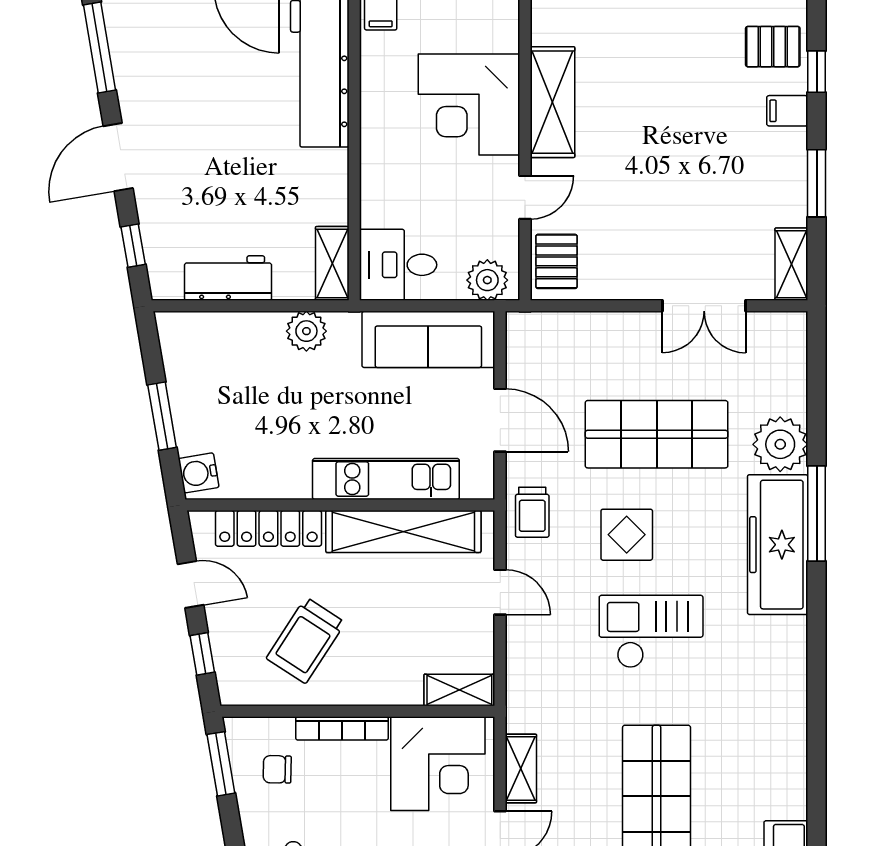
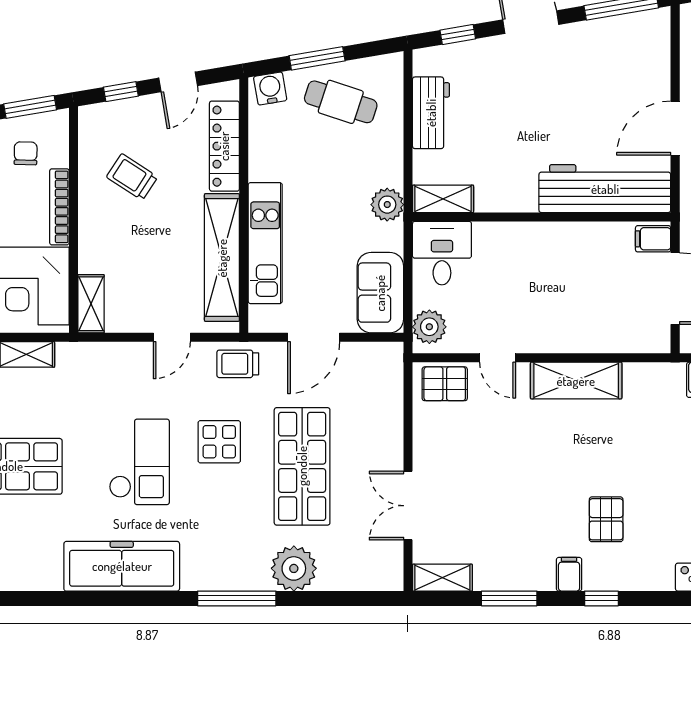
pallet: (773, 47) -> (606, 519), moved
corner desk: (469, 104) -> (574, 312), removed
plant: (306, 331) -> (387, 205), moved
sofa: (428, 339) -> (380, 293), width x0.73
cafe table: (215, 387) -> (341, 102), added
freezer: (778, 545) -> (122, 566), moved
trolley: (306, 640) -> (132, 177), width x0.73, depth x0.72

